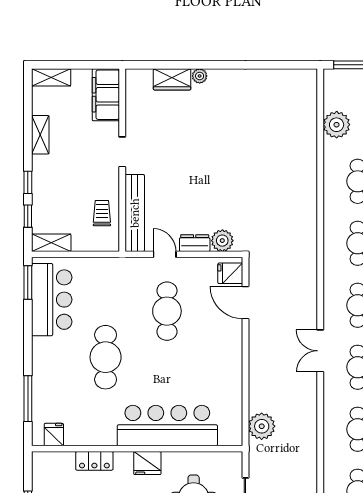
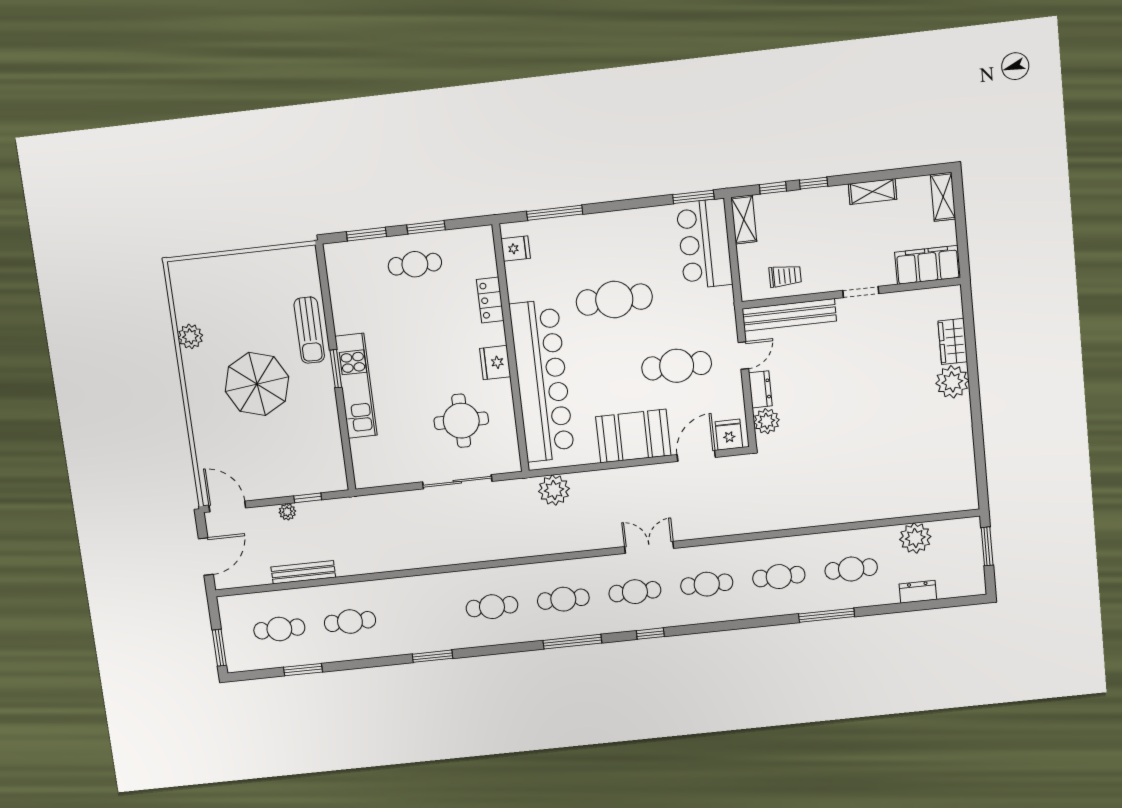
plant: (200, 76) -> (952, 382), width x1.87, depth x1.87
bar counter: (52, 300) -> (705, 244), moved, turned 90
booth: (223, 354) -> (633, 436), added
bar counter: (167, 426) -> (542, 381), width x1.36

